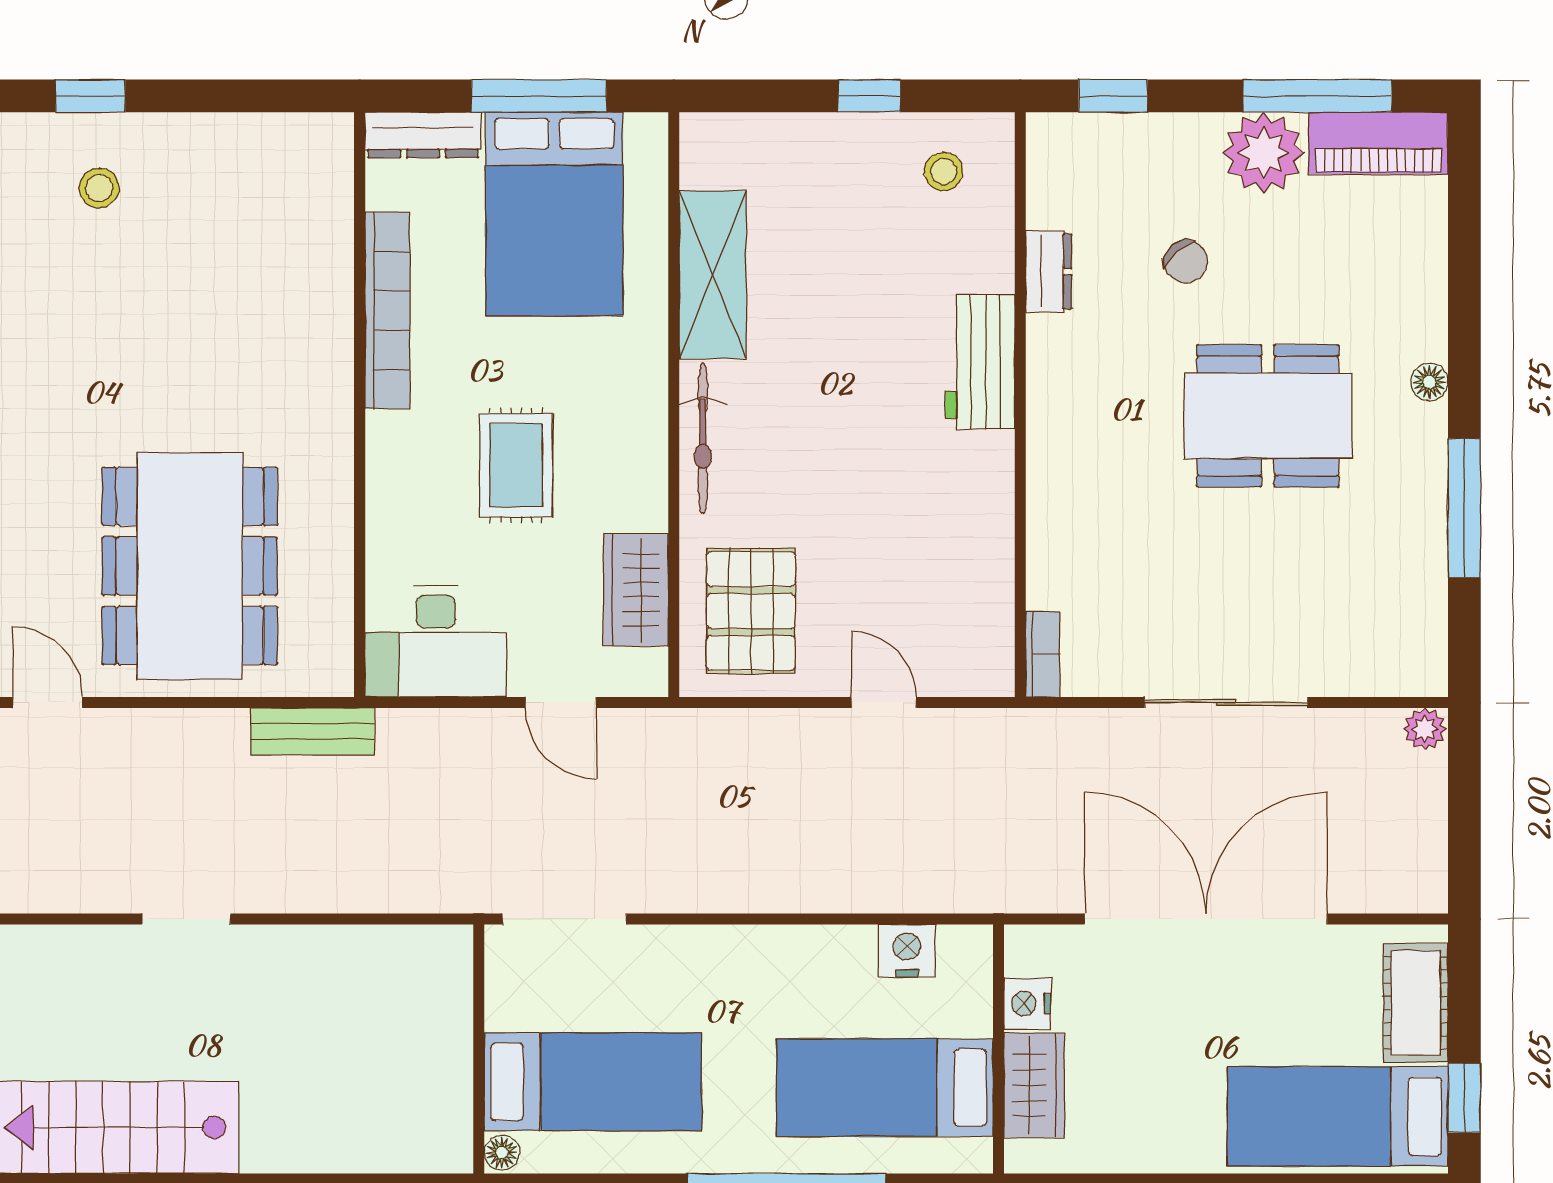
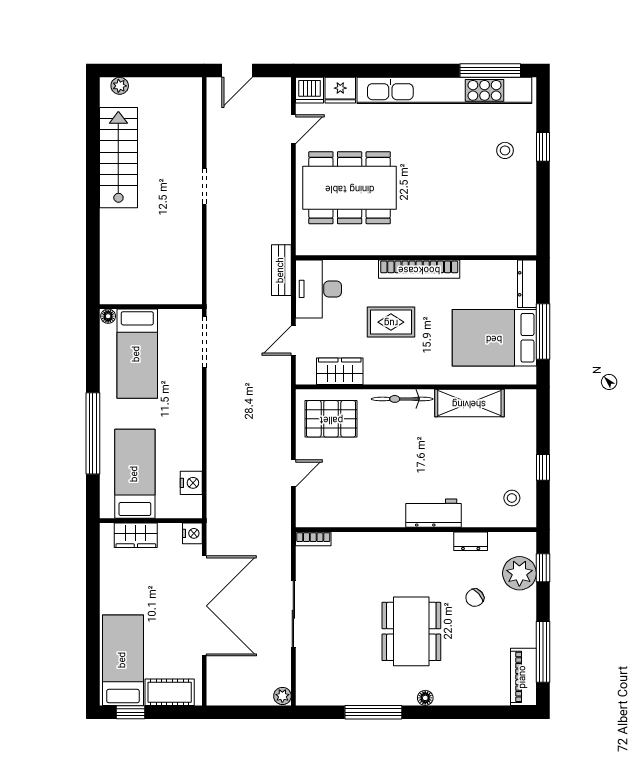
plant: (1264, 153) -> (519, 573), moved
bookcase: (387, 310) -> (419, 269), moved
bench: (312, 731) -> (281, 270), moved
nightstand: (1027, 1003) -> (192, 533), moved, turned 90

